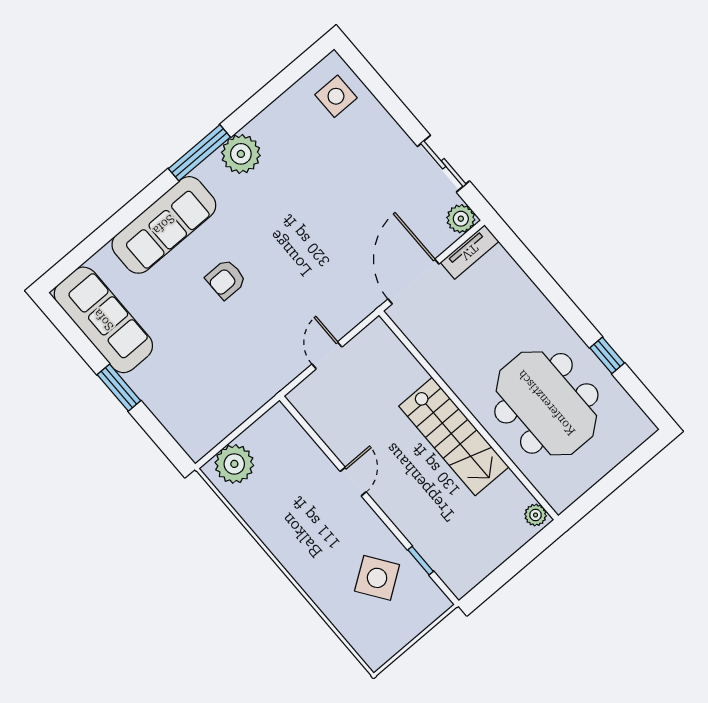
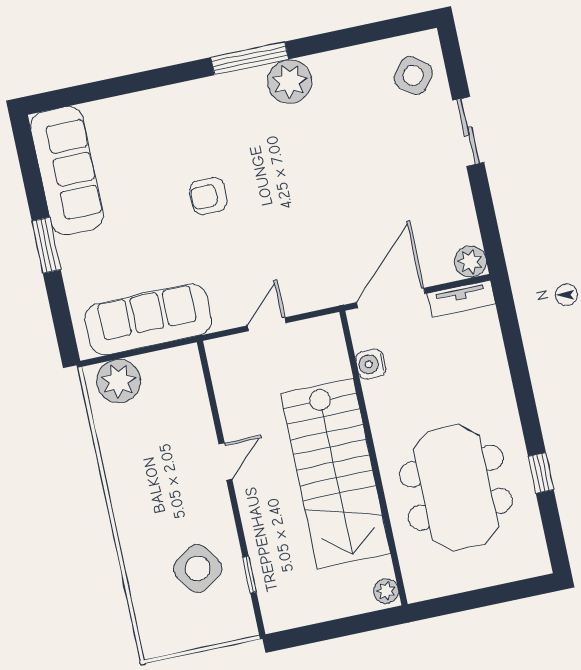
side table: (336, 96) -> (413, 75), turned 38
sliding door: (443, 164) -> (468, 131), moved
sofa: (164, 225) -> (148, 319), moved, turned 180
water cooler: (426, 342) -> (371, 364), added
stairs: (454, 437) -> (335, 473), width x1.36, depth x1.51

